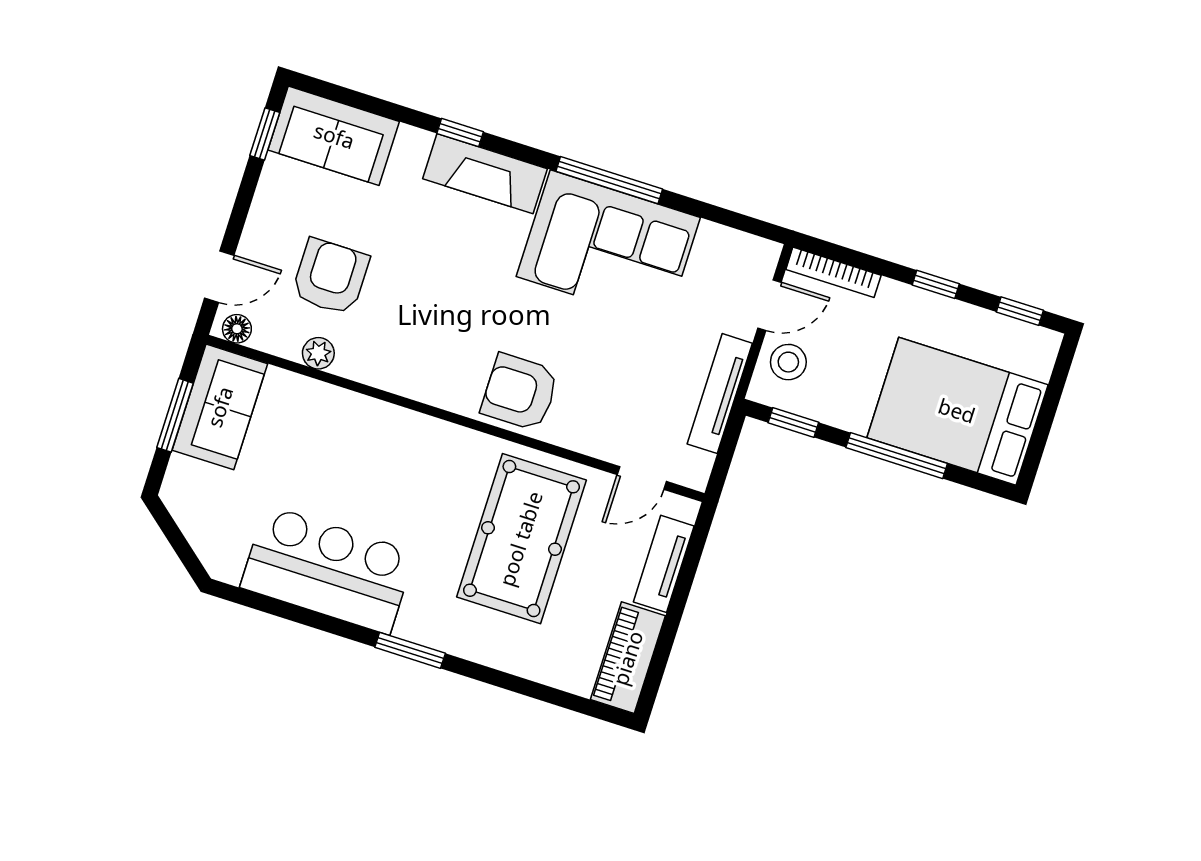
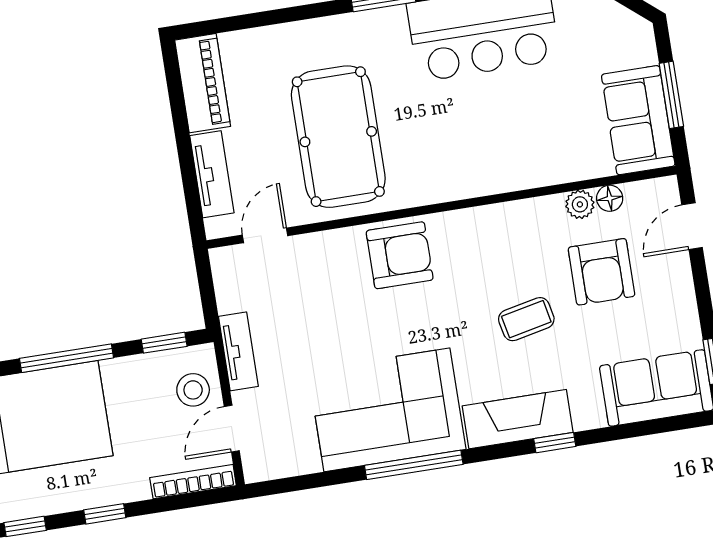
coffee table: (427, 267) -> (526, 319), added
floor lamp: (237, 329) -> (610, 198), moved
tv unit: (720, 394) -> (238, 351), width x0.71

